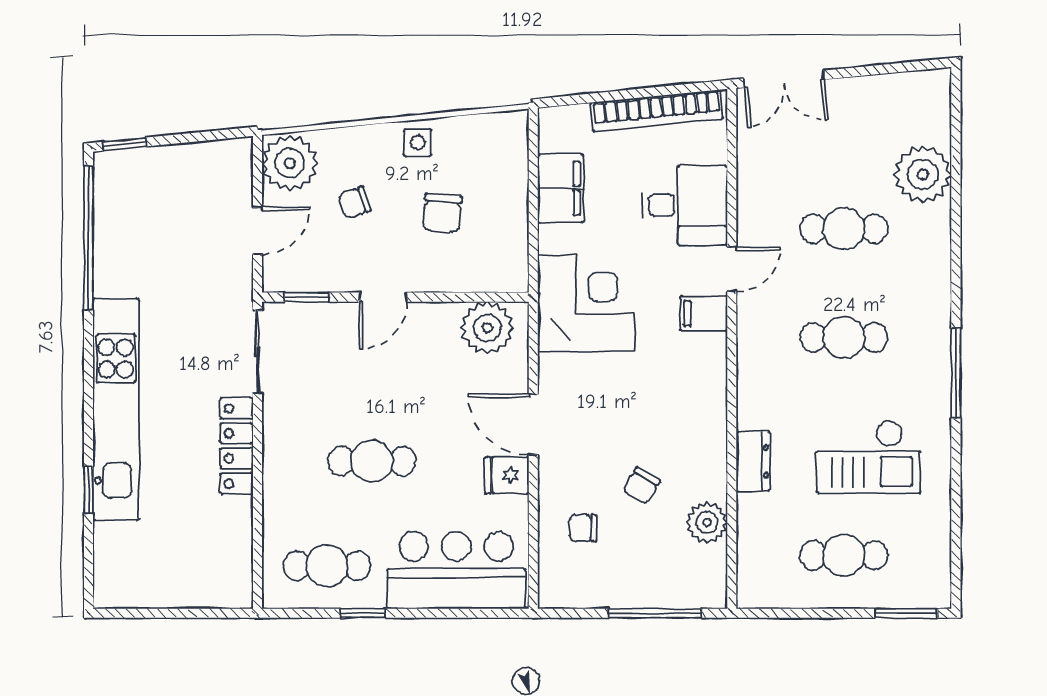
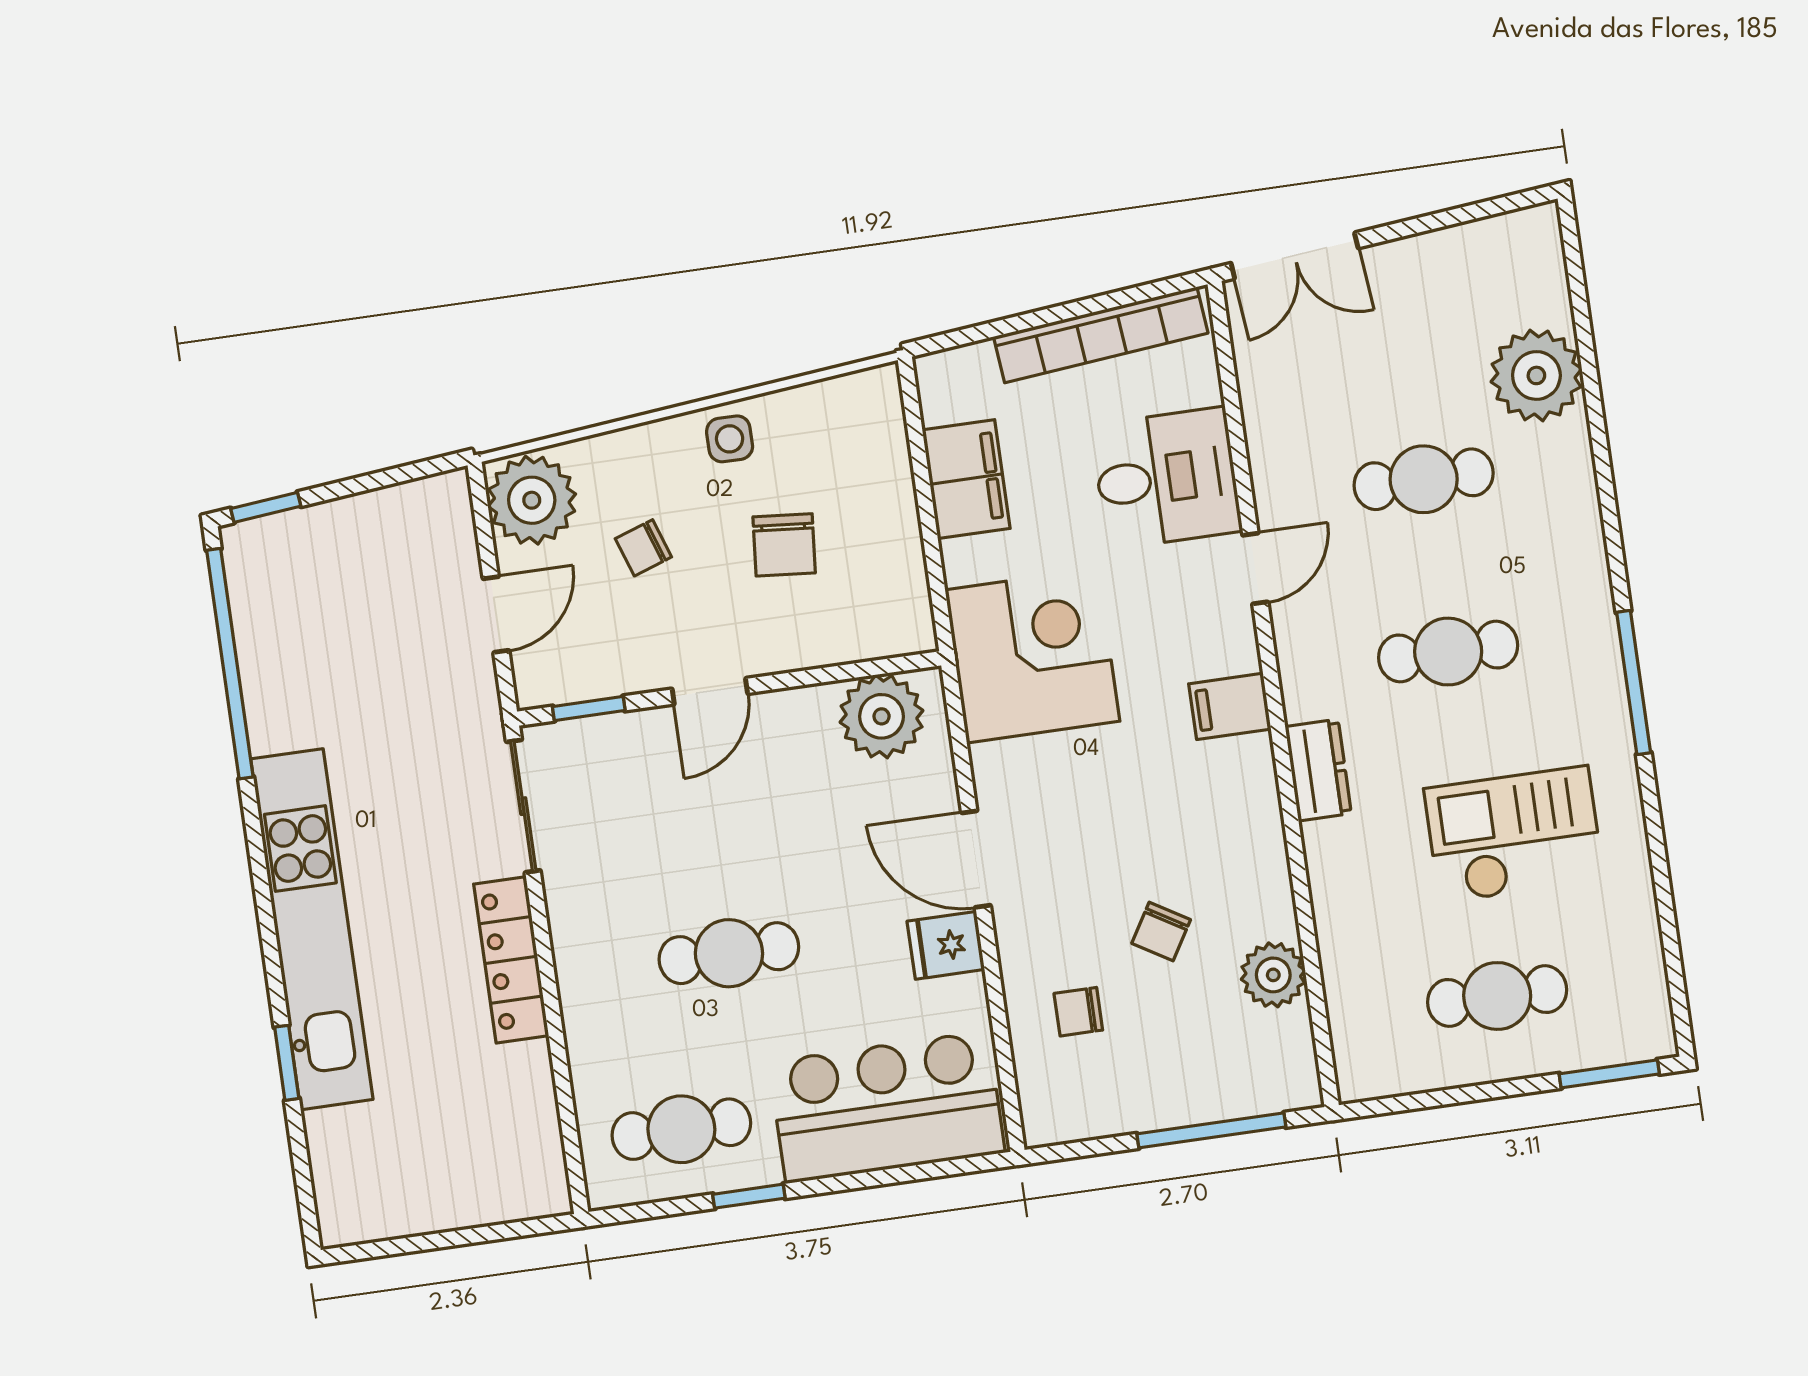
filing cabinet: (704, 313) -> (1230, 706), moved
checkout: (868, 457) -> (1514, 835), turned 180
dresser: (753, 461) -> (1318, 770), moved

